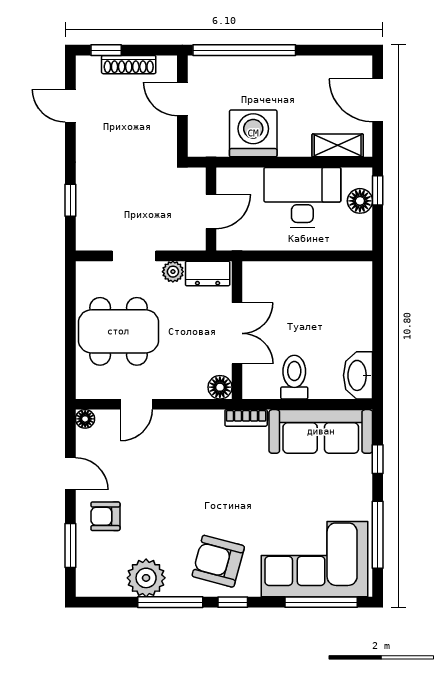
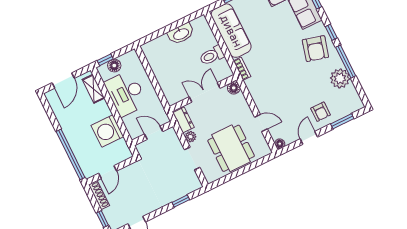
shoe rack: (129, 65) -> (99, 195), moved
washbasin: (358, 375) -> (181, 34), moved

